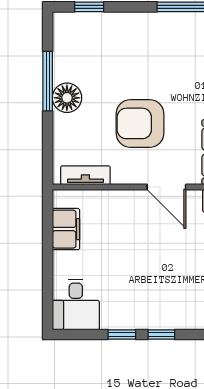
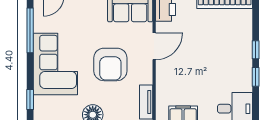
corner sofa: (141, 43) -> (55, 64), added

